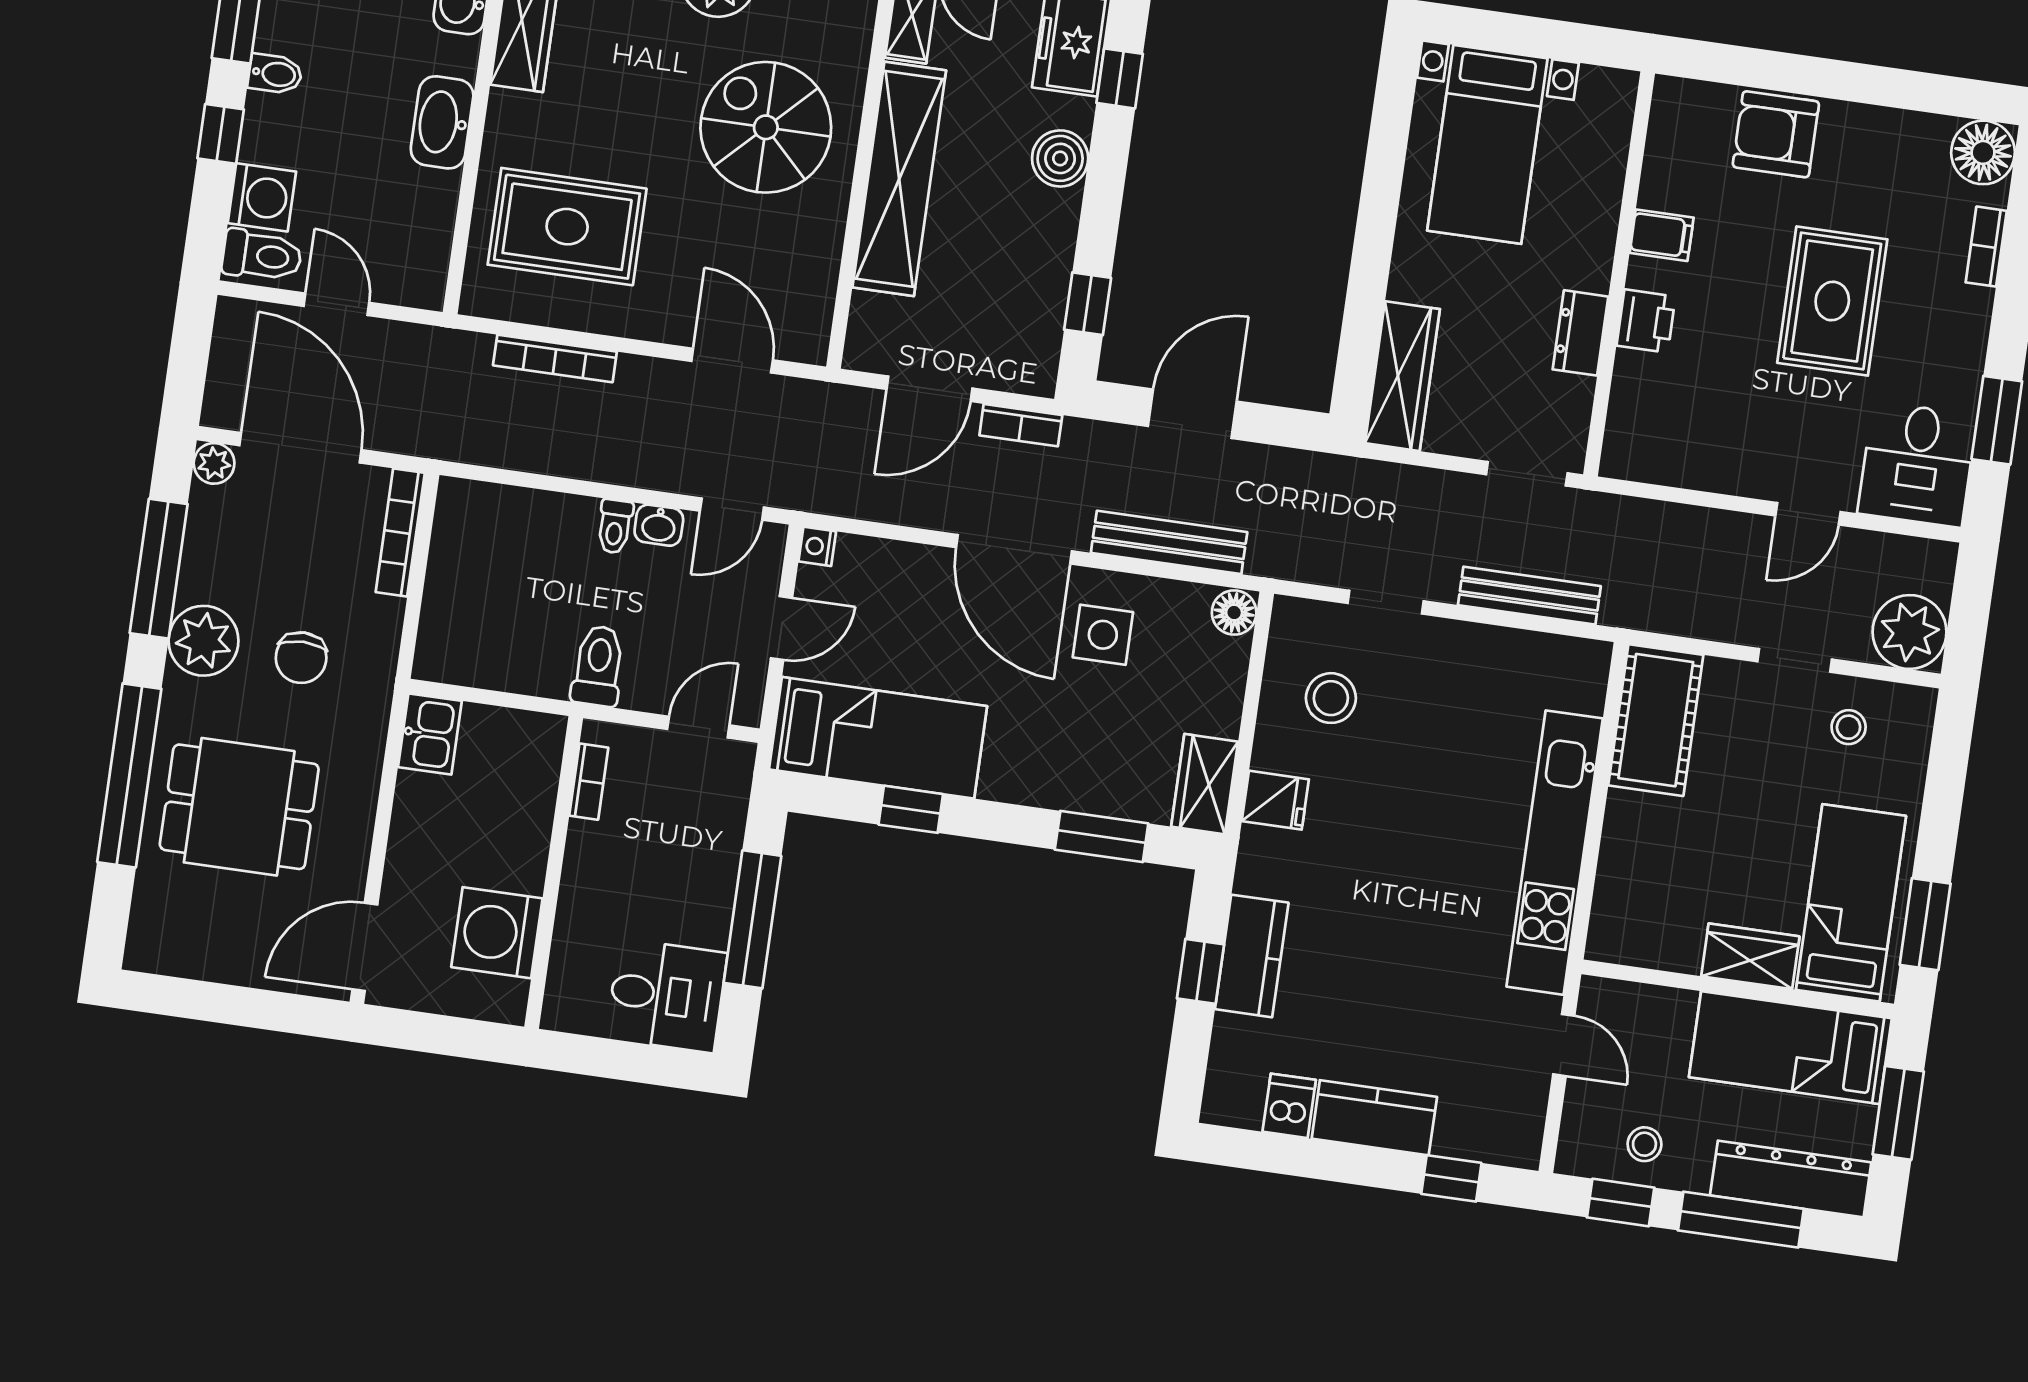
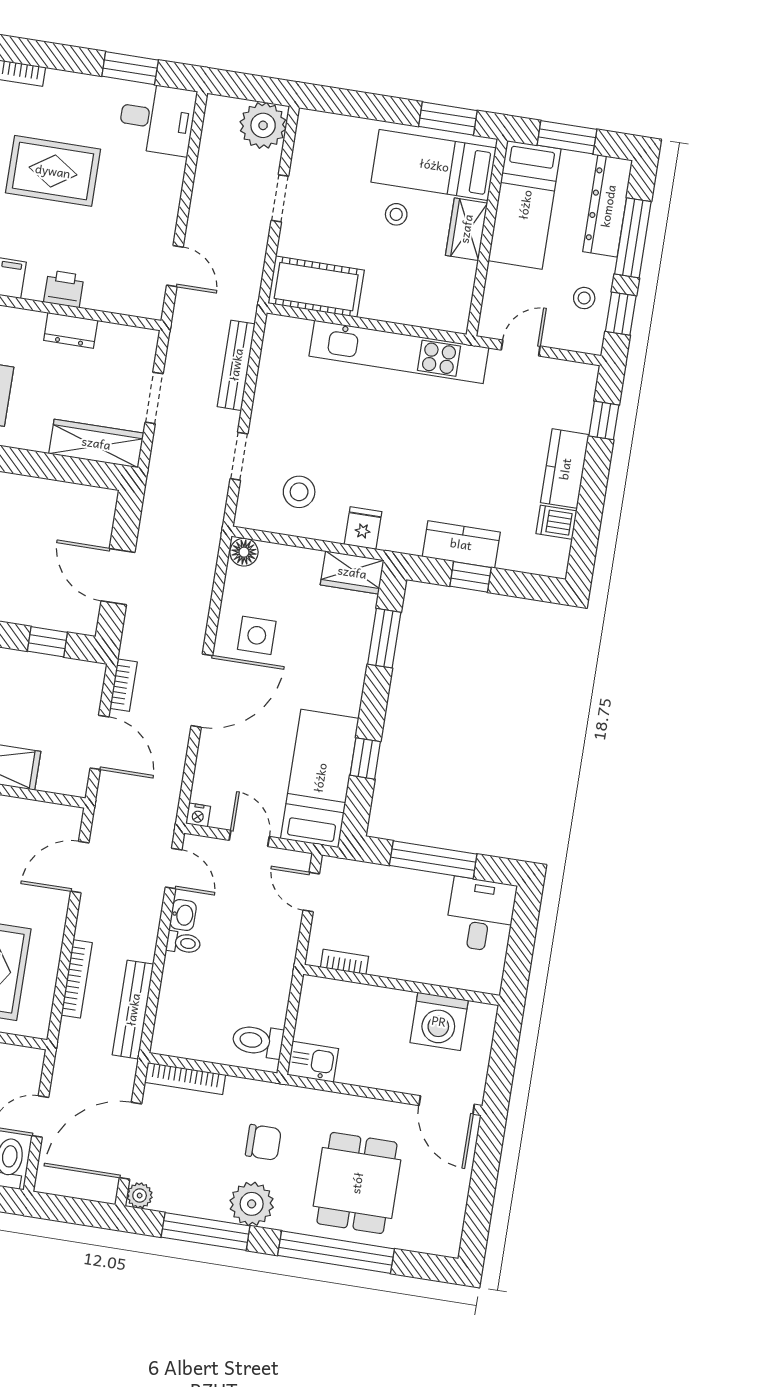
doorway: (1527, 474) -> (154, 398), moved
door: (1808, 514) -> (175, 266), moved
bench: (1169, 542) -> (133, 1010), moved
toilet: (598, 666) -> (258, 1041), moved
stool: (1849, 727) -> (396, 214), moved

